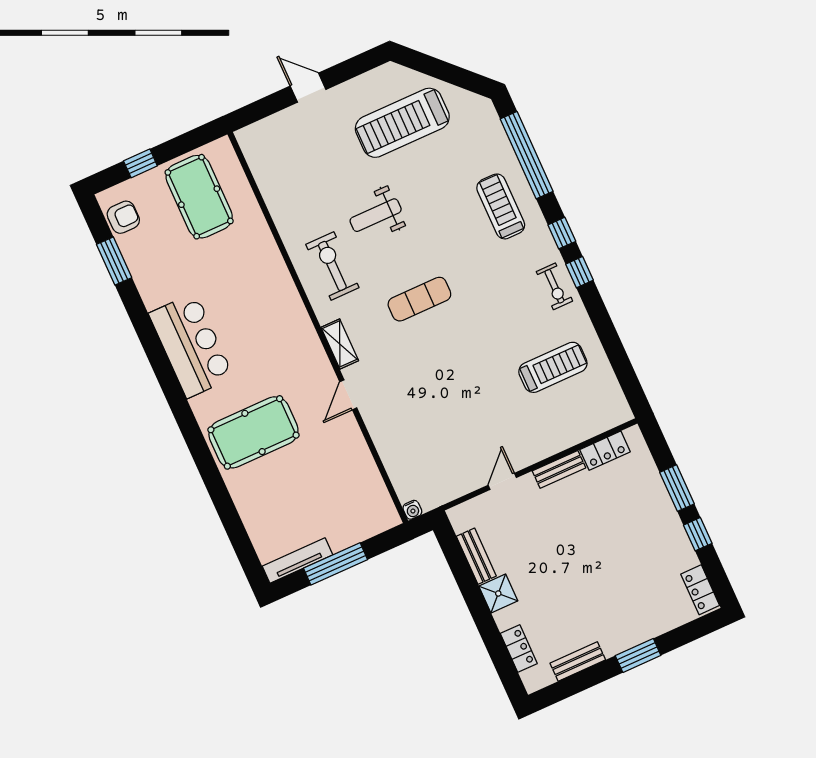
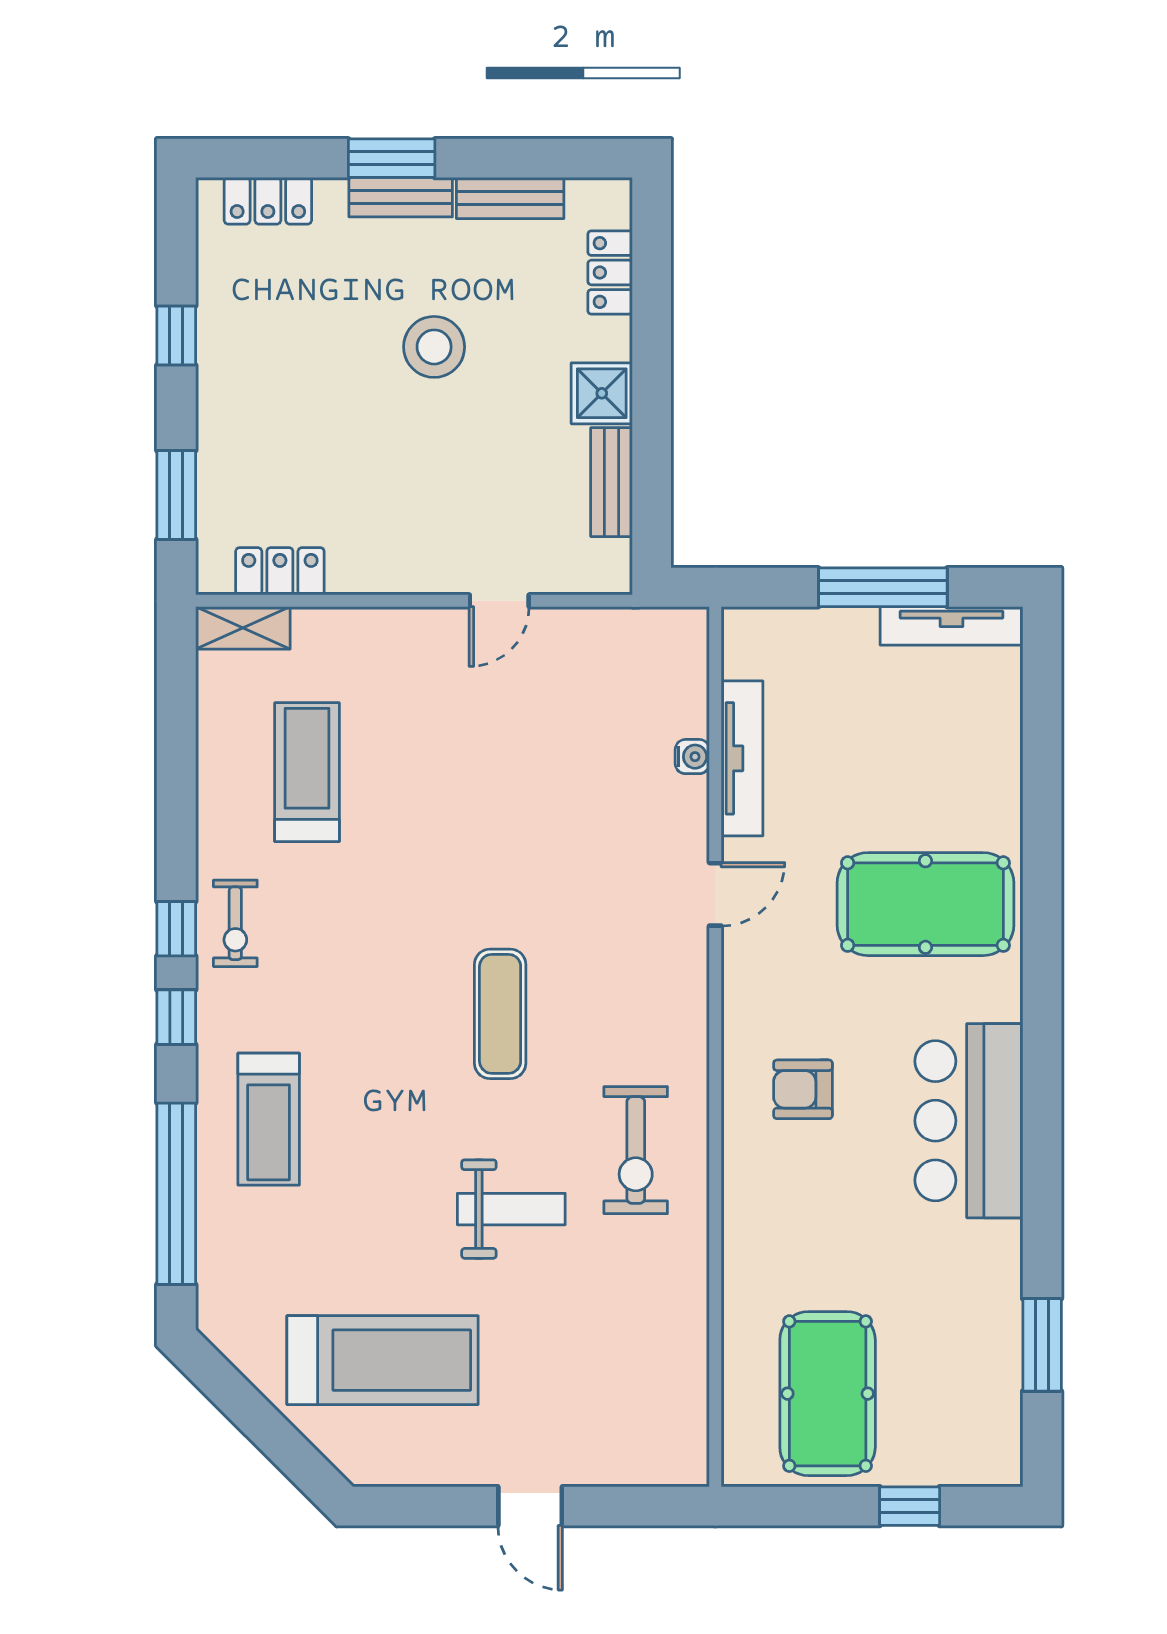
armchair: (123, 217) -> (803, 1089), moved
exercise bike: (554, 286) -> (235, 923), turned 180
exercise mat: (419, 299) -> (500, 1014), turned 90
shelving: (340, 344) -> (243, 628), moved, turned 90
treadmill: (553, 367) -> (307, 772), turned 90
tv unit: (364, 460) -> (742, 758), added
bench: (559, 469) -> (401, 197), moved
window: (677, 488) -> (176, 495), moved
water cooler: (412, 510) -> (692, 757), moved, turned 90
stool: (582, 581) -> (434, 347), added
locker: (700, 590) -> (268, 201), moved, turned 90

